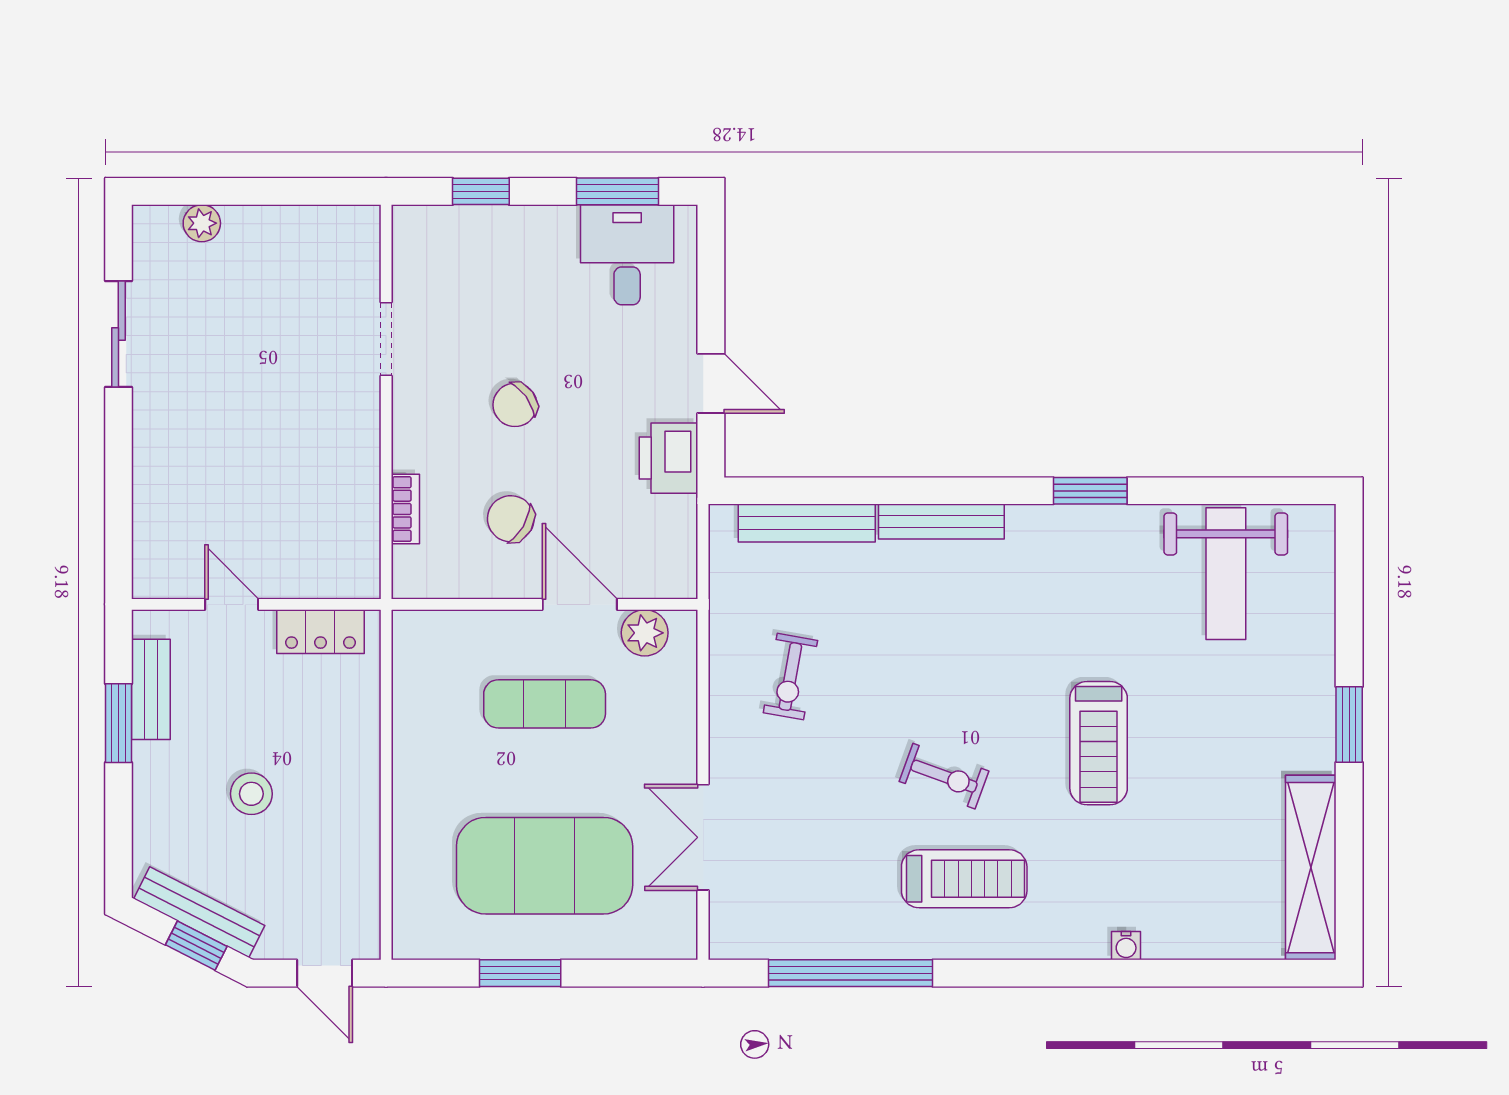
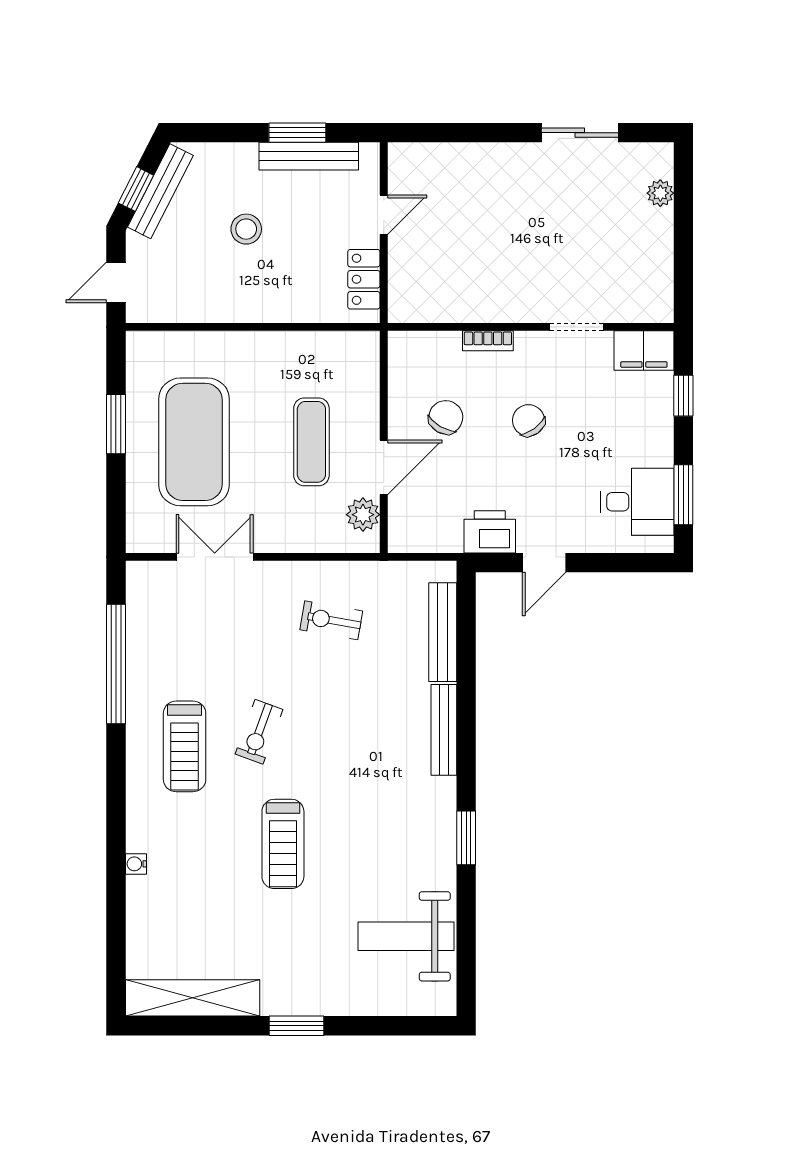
filing cabinet: (419, 246) -> (644, 351), added
bookcase: (405, 509) -> (488, 341), moved
bench: (151, 689) -> (309, 156), width x1.36
treadmill: (1099, 743) -> (283, 844), turned -90

